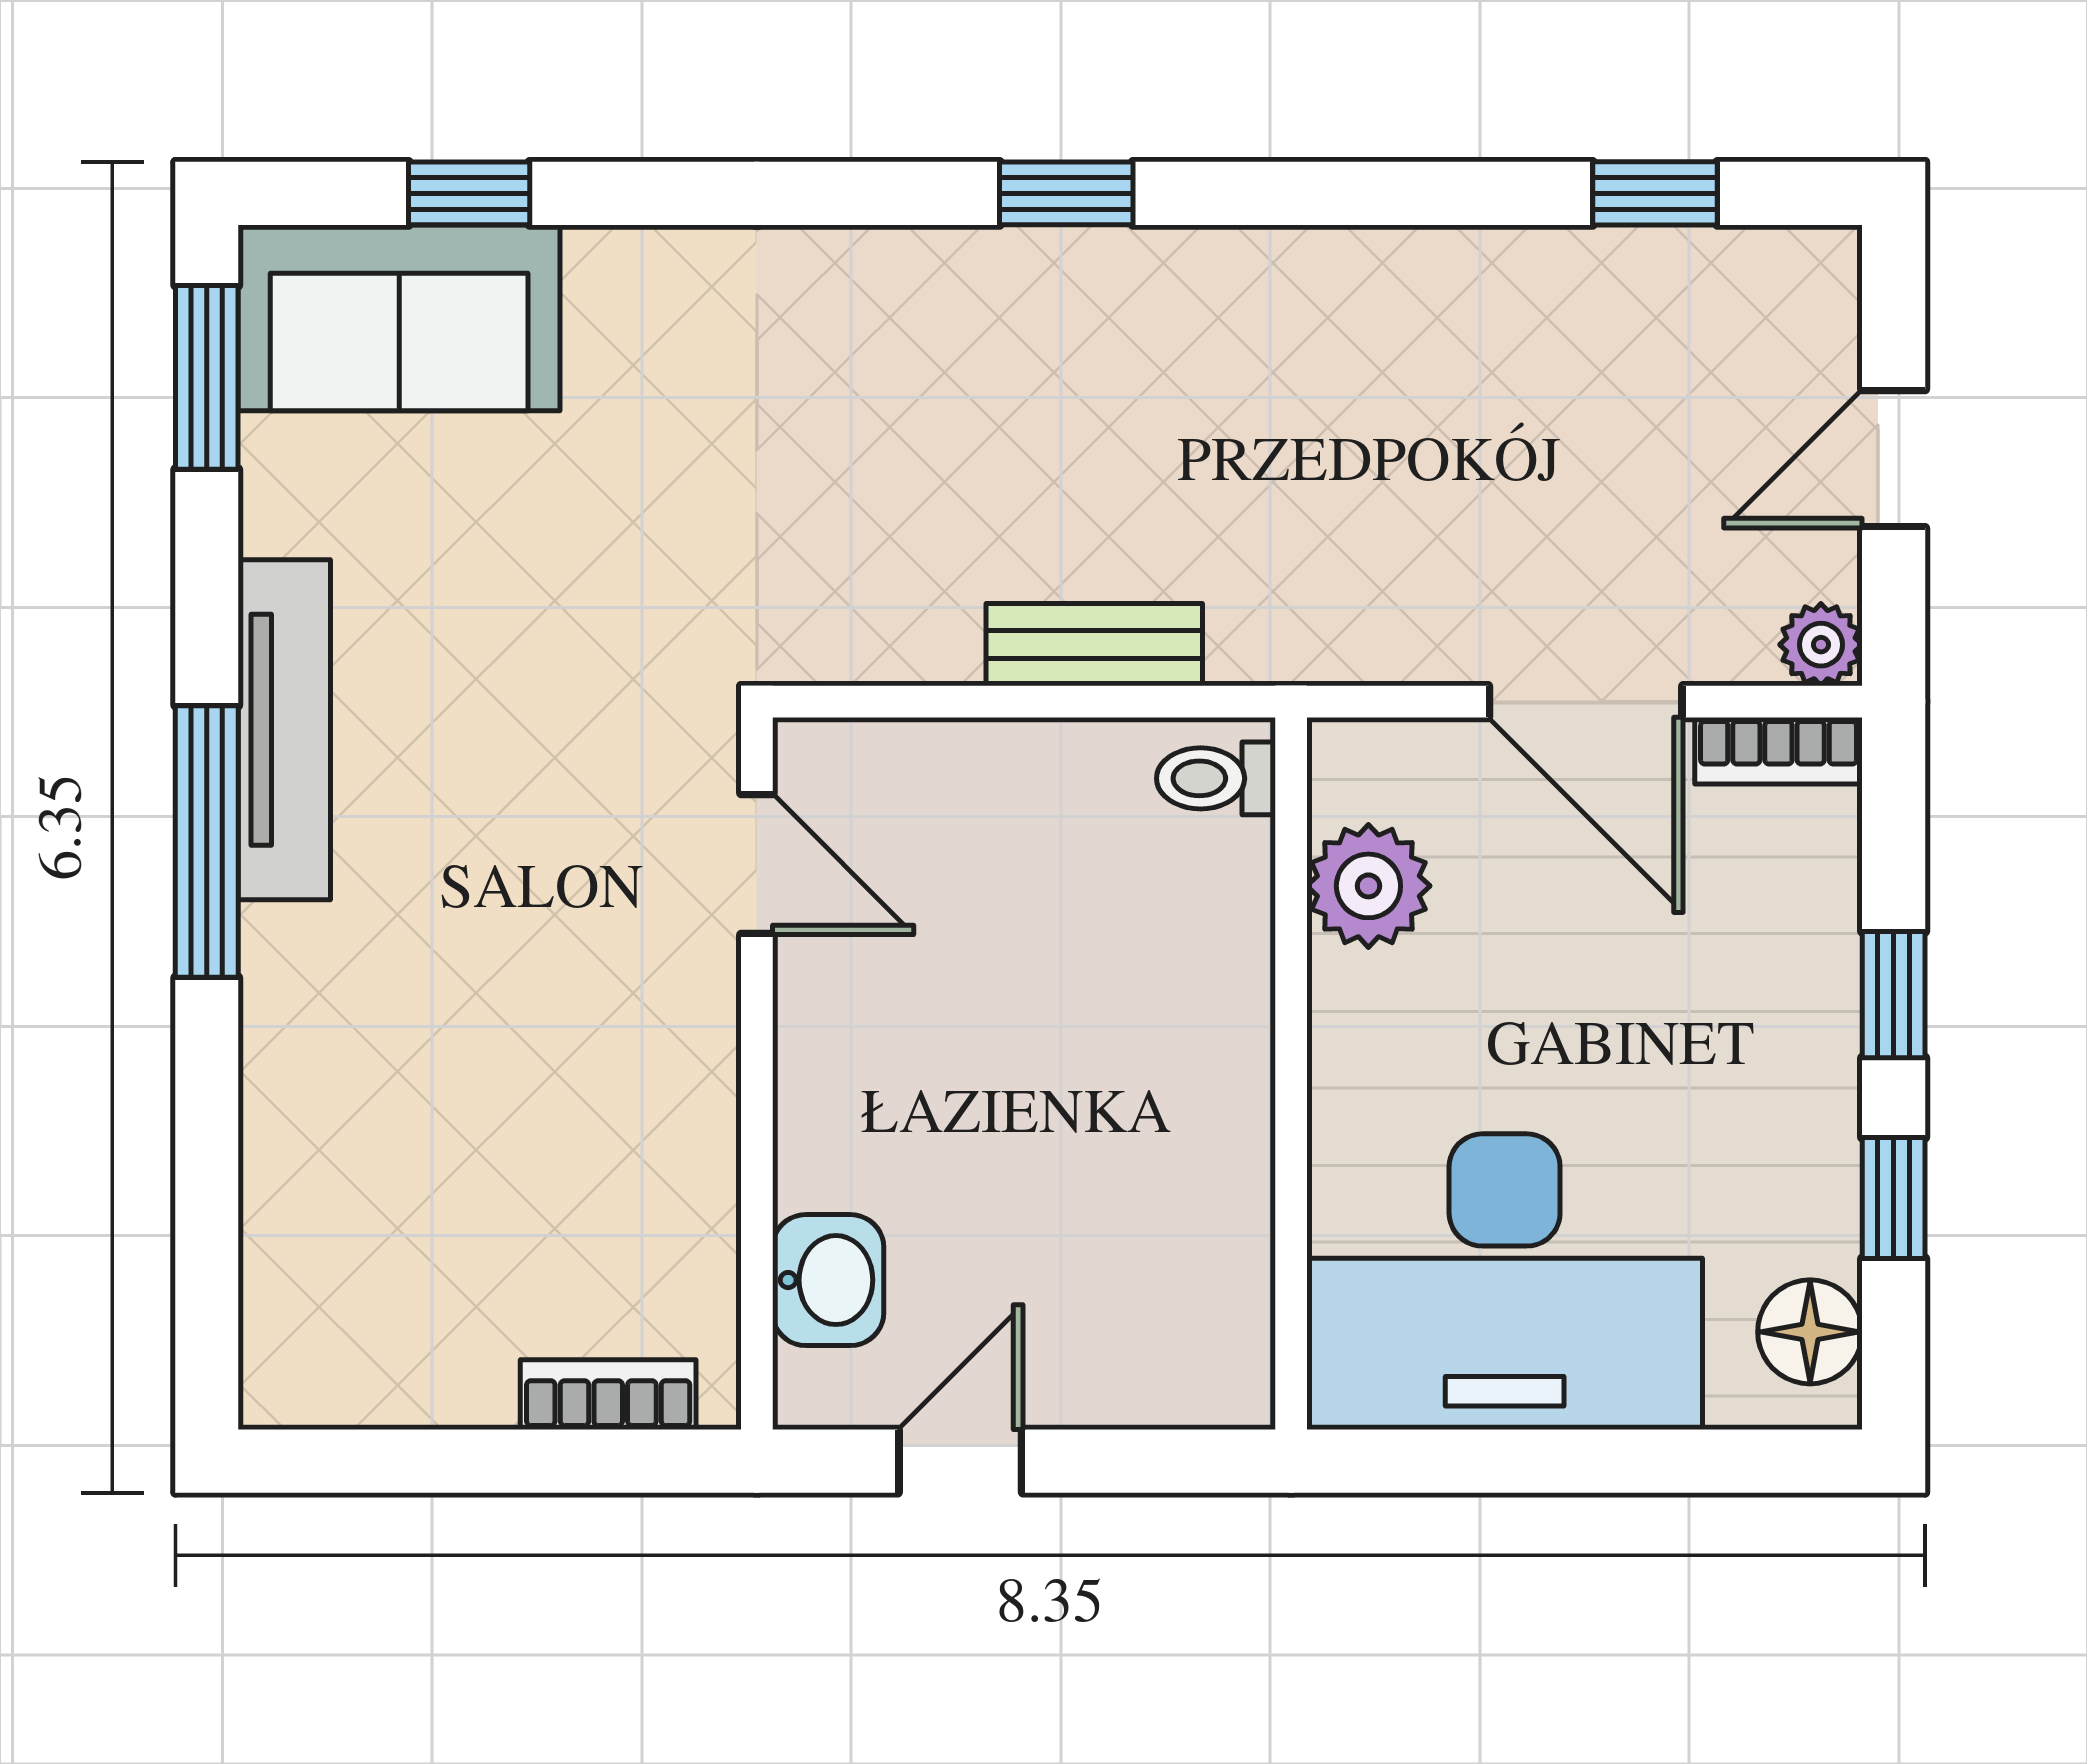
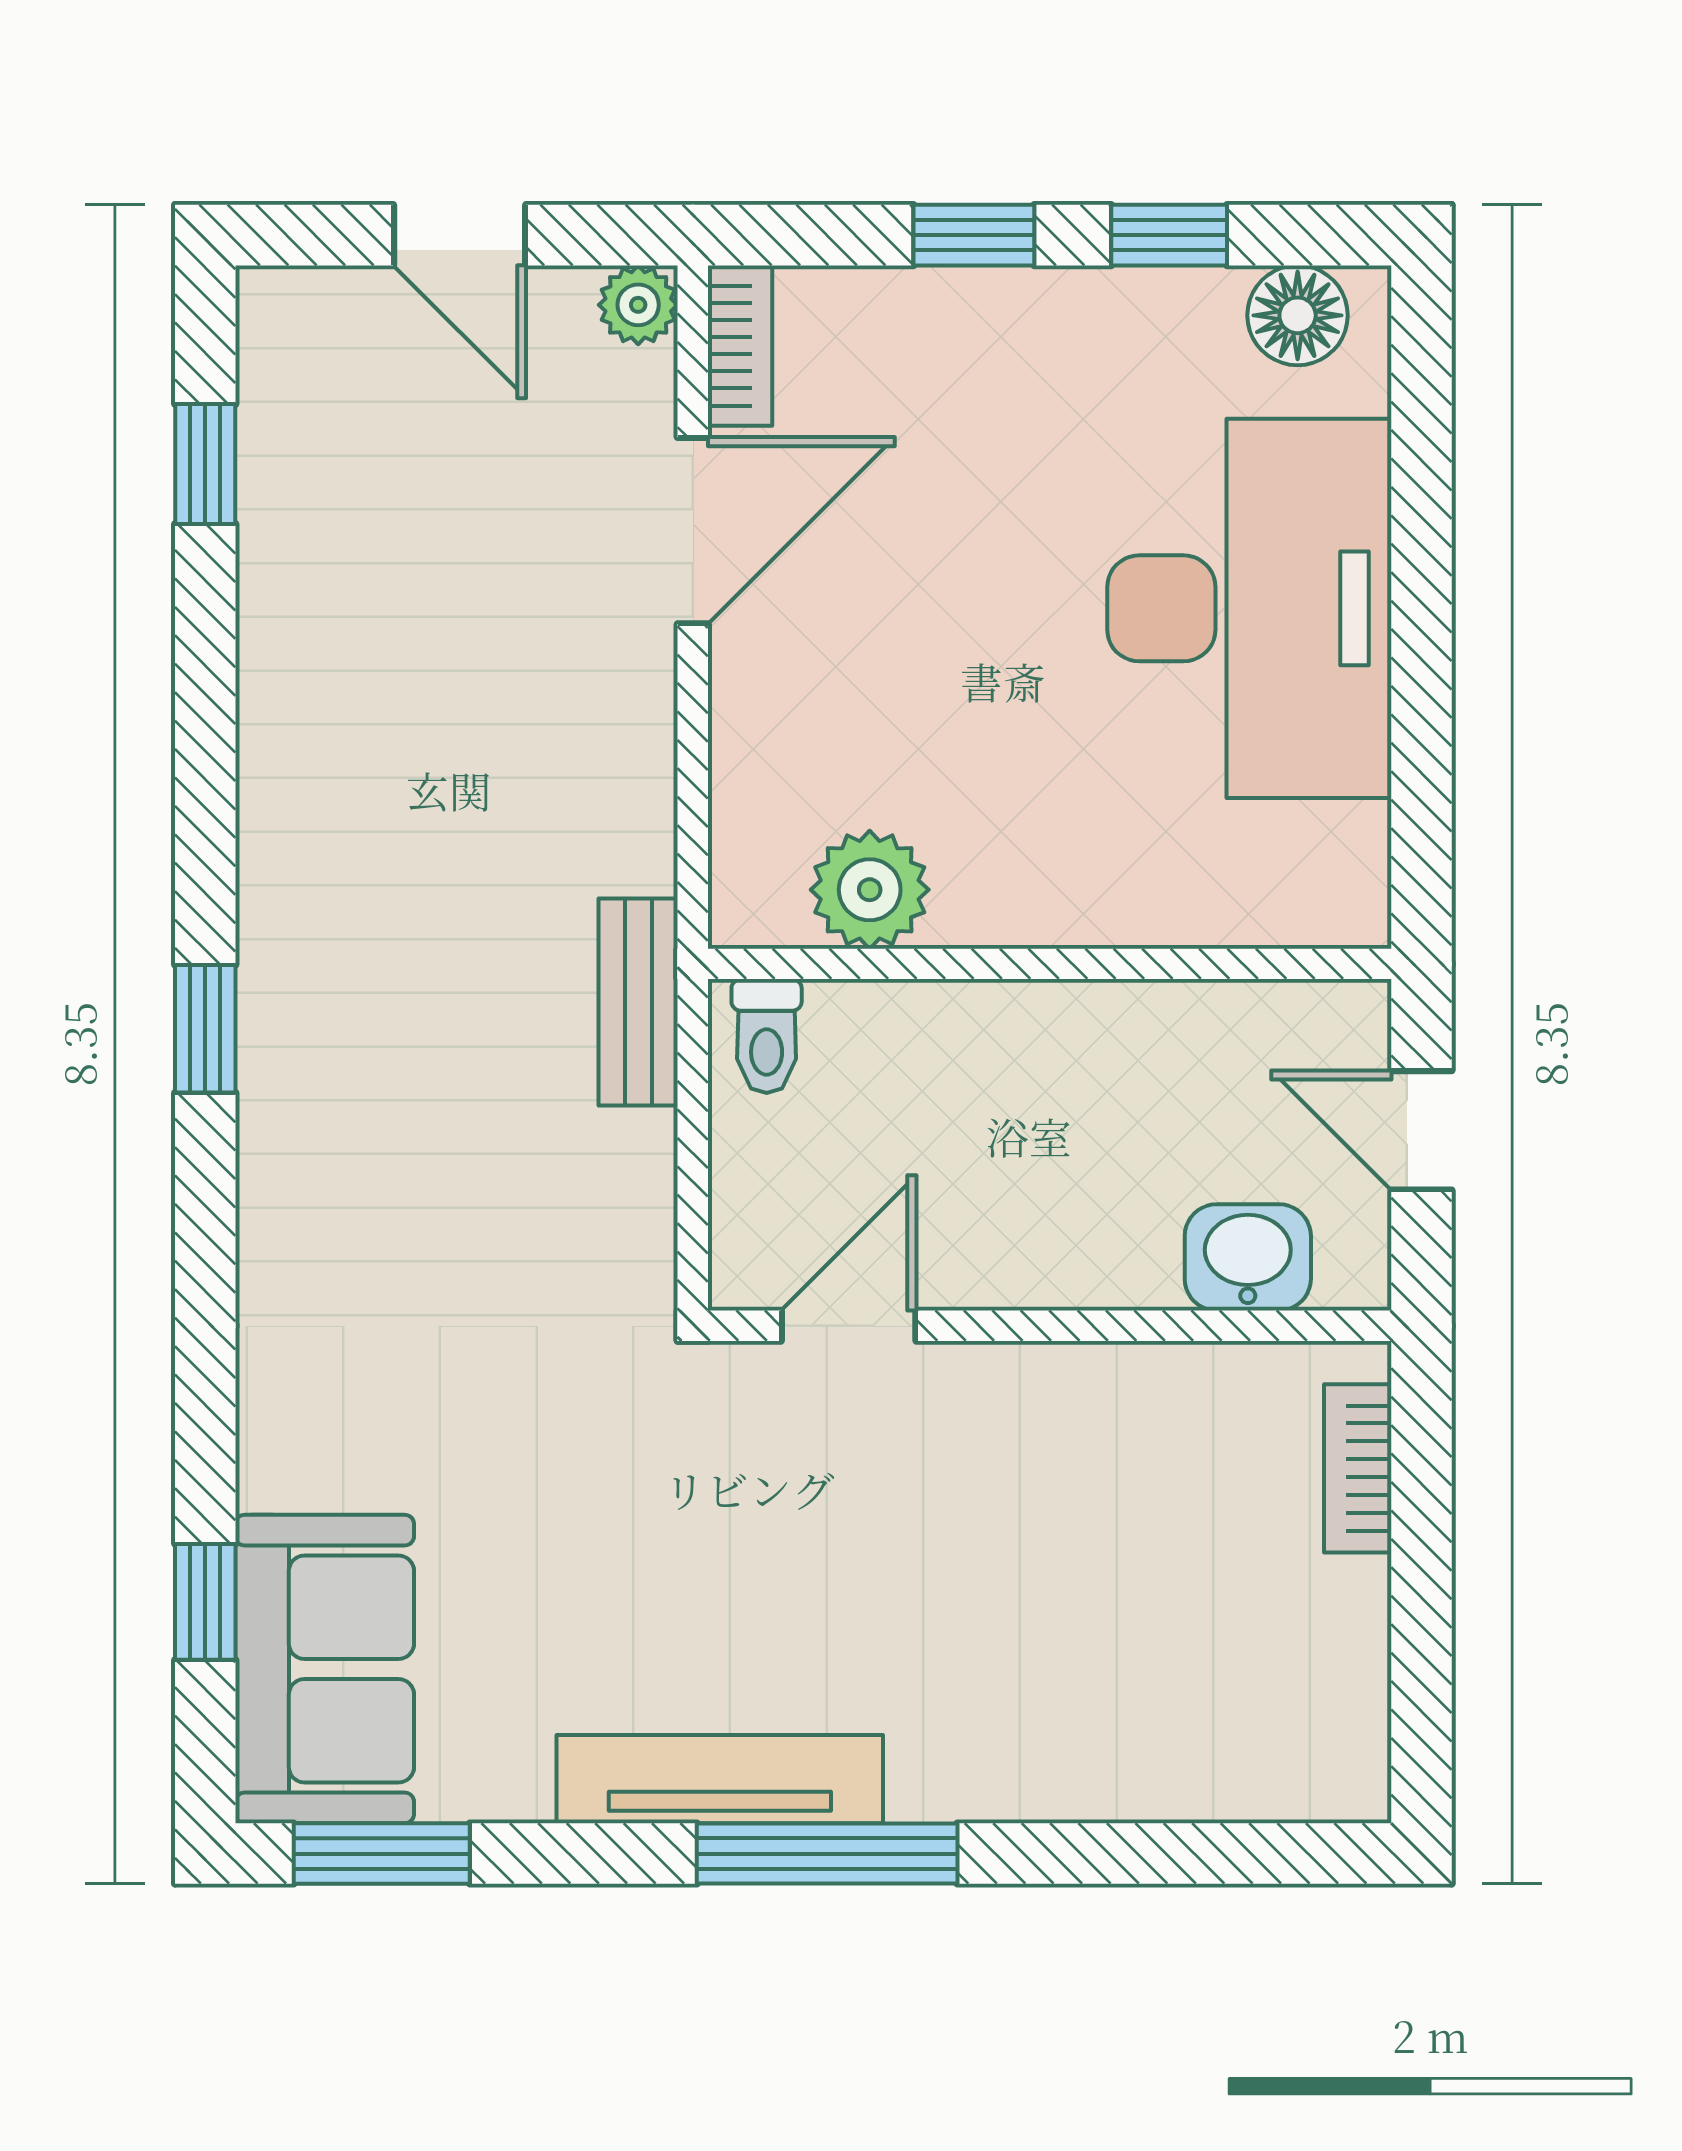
toilet: (1216, 778) -> (767, 1036), moved
plant: (1368, 886) -> (870, 890), moved
wall: (1291, 1074) -> (1050, 964), moved

